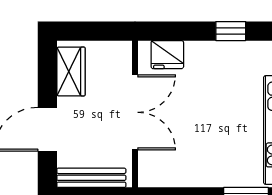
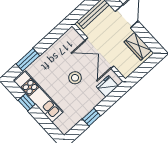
stool: (202, 109) -> (75, 78), added

